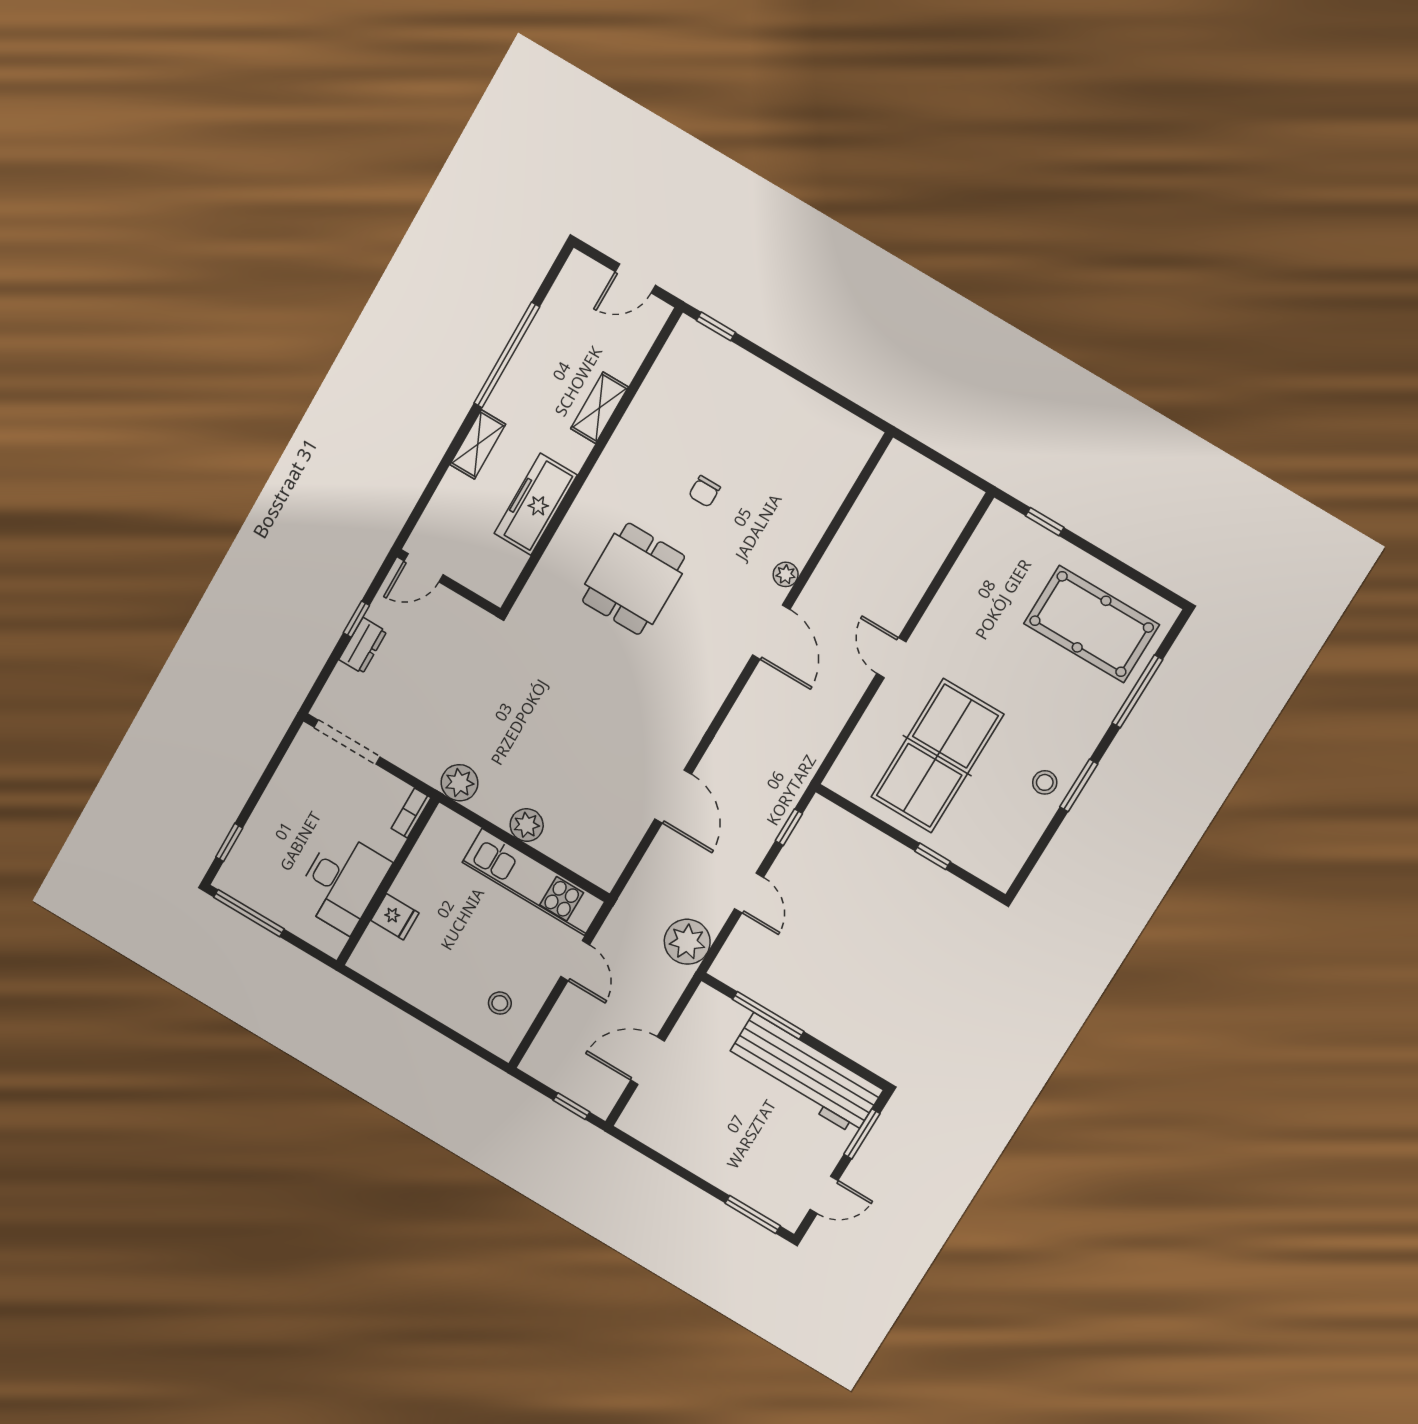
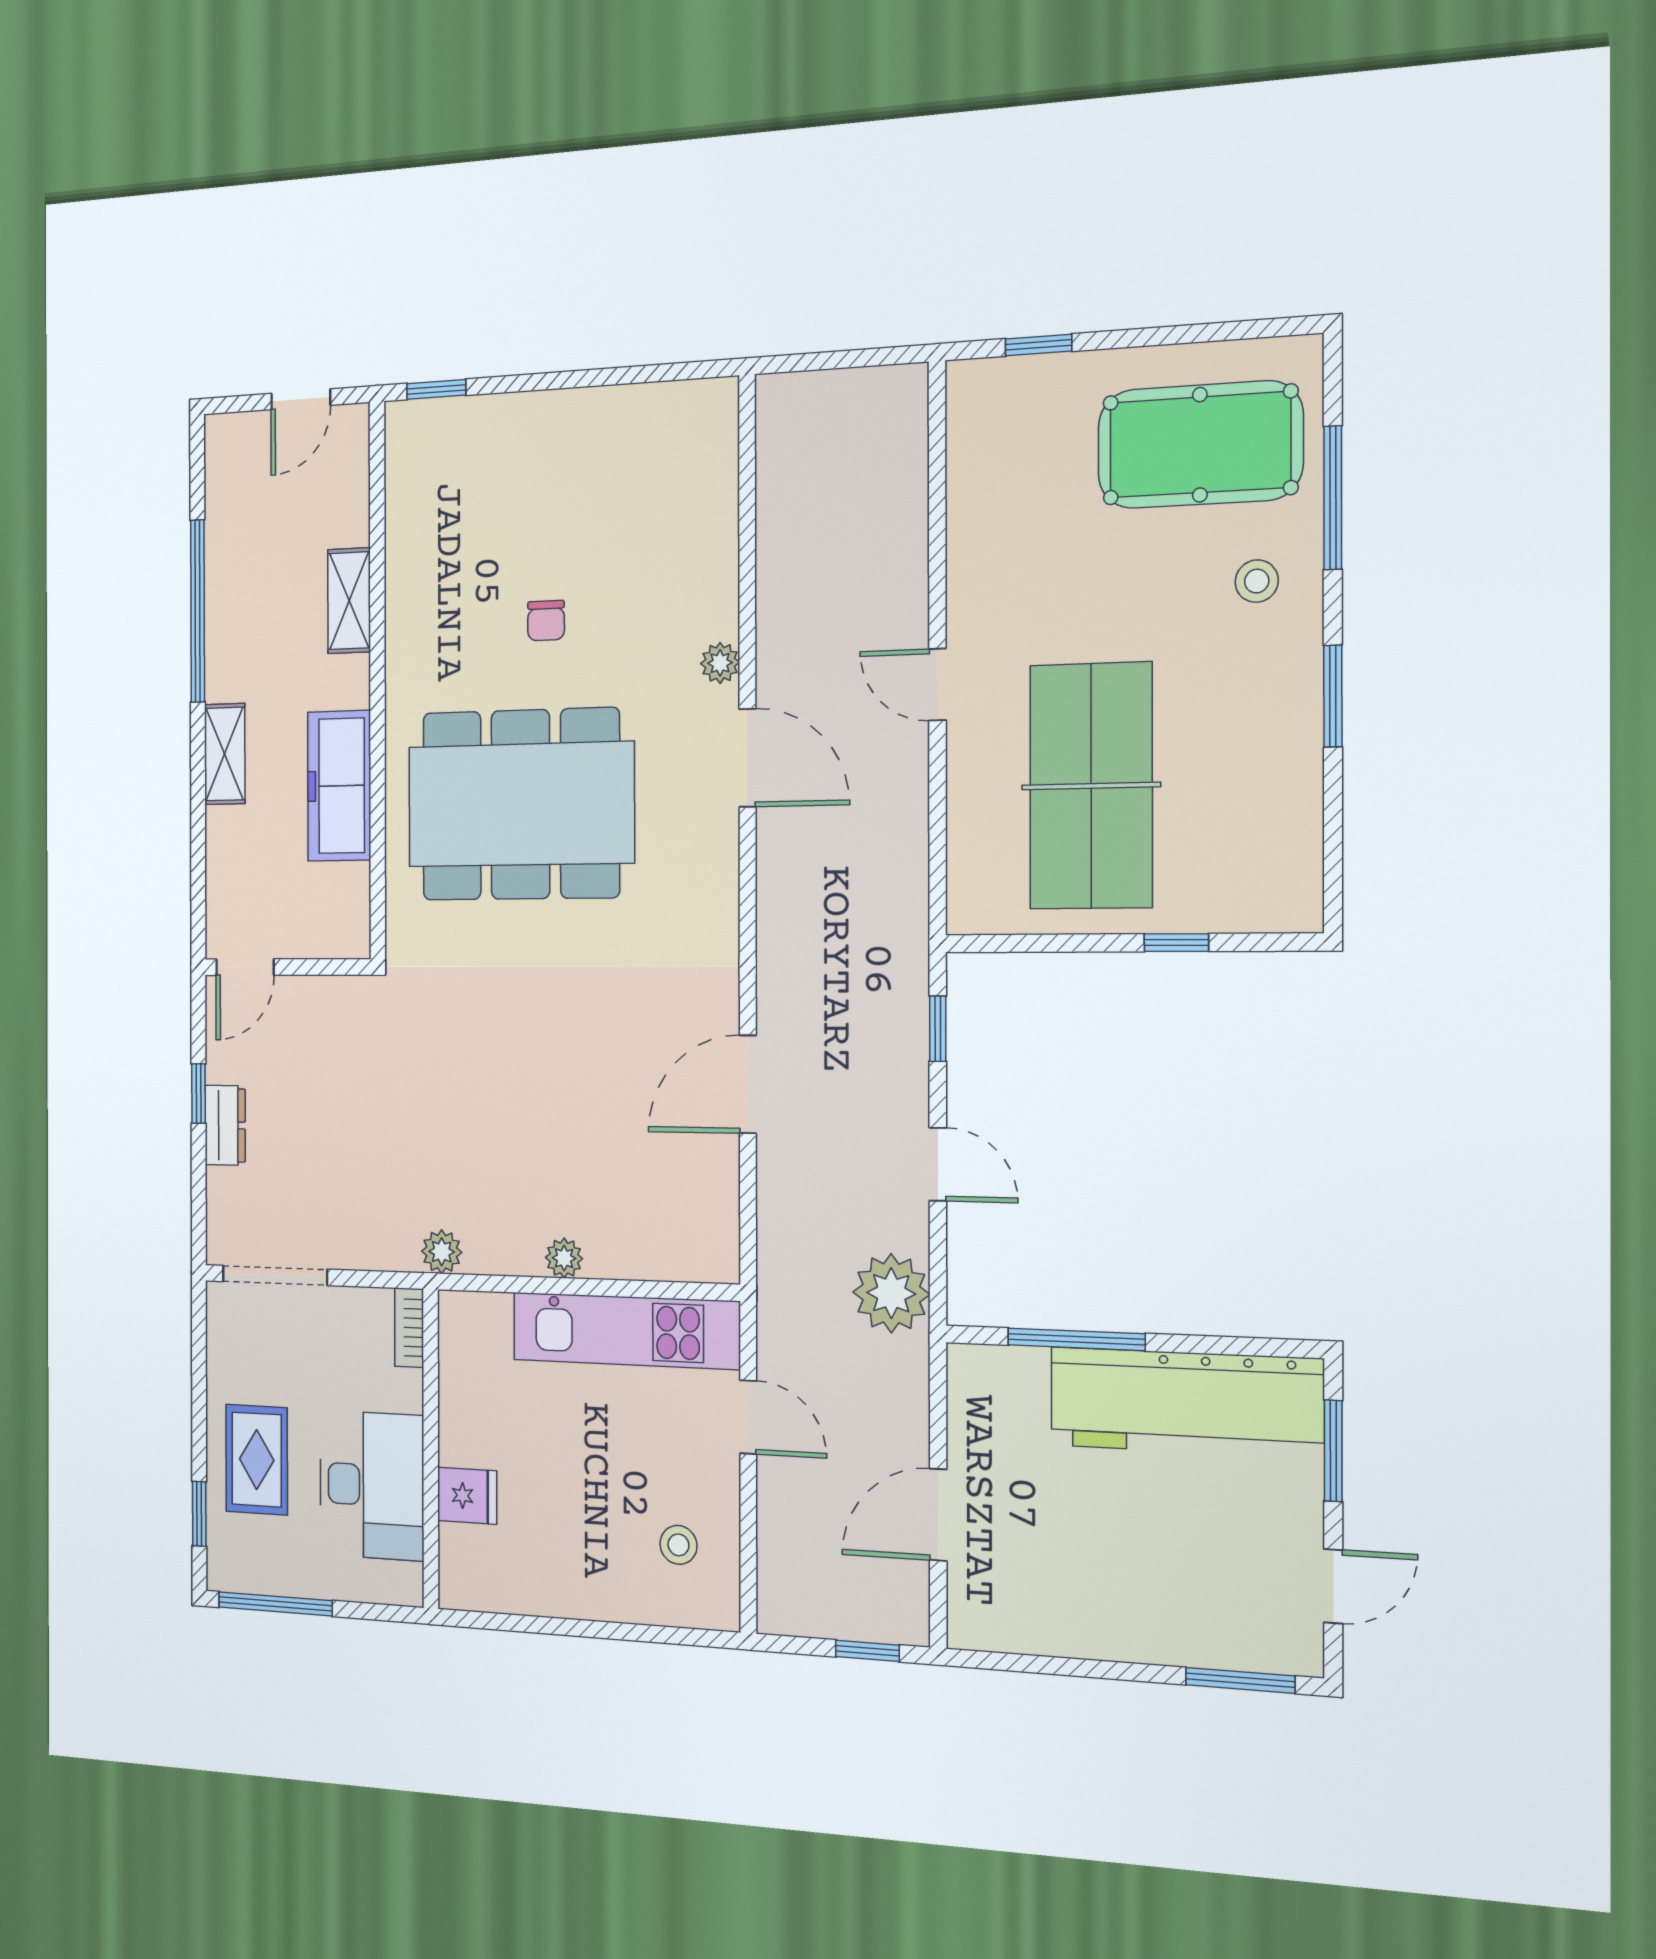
dining table: (633, 579) -> (520, 805), width x1.88, depth x1.24
stool: (1045, 782) -> (1257, 581), moved
plant: (459, 783) -> (442, 1252), width x0.73, depth x0.73
door: (673, 797) -> (748, 1084), swing flipped
plant: (527, 825) -> (564, 1258), width x0.73, depth x0.73
rug: (281, 833) -> (257, 1460), added

